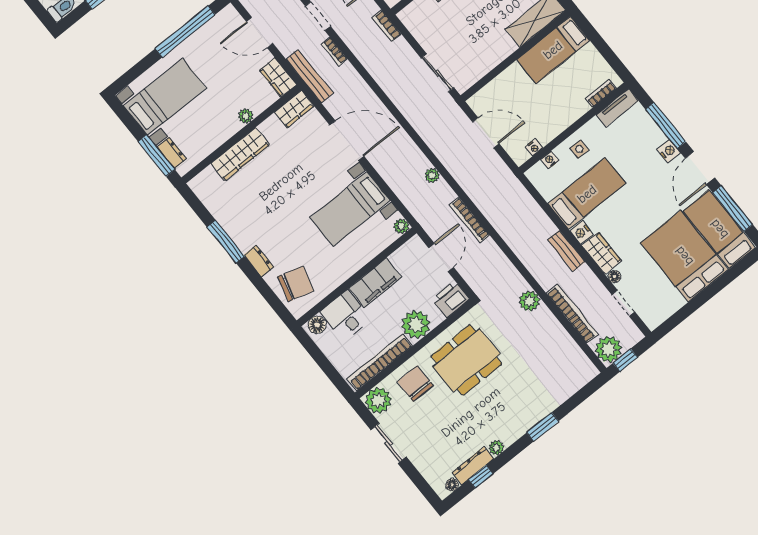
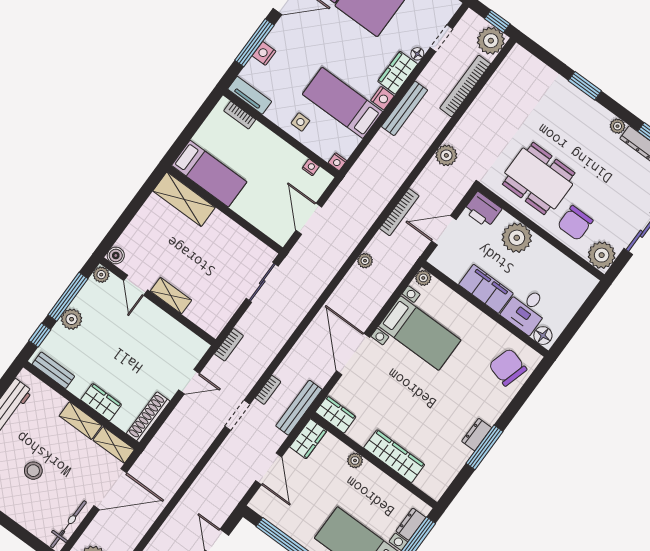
nightstand: (669, 151) -> (264, 53), moved
nightstand: (550, 160) -> (337, 162), moved
bench: (566, 251) -> (405, 108), width x1.36
dresser: (259, 261) -> (477, 435), moved
plant: (529, 301) -> (446, 155), moved
bookcase: (380, 362) -> (563, 264), removed

